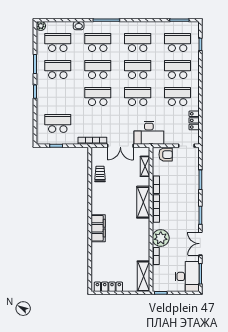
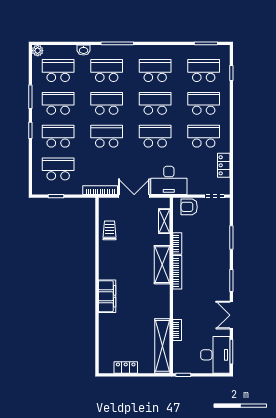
school desk: (58, 96) -> (58, 136), added
double door: (120, 146) -> (134, 196), swing flipped
armchair: (166, 155) -> (189, 207), turned 180
plant: (161, 238) -> (183, 308), removed
shelving: (144, 276) -> (162, 346), width x1.47
locker: (108, 287) -> (126, 367), width x0.66

